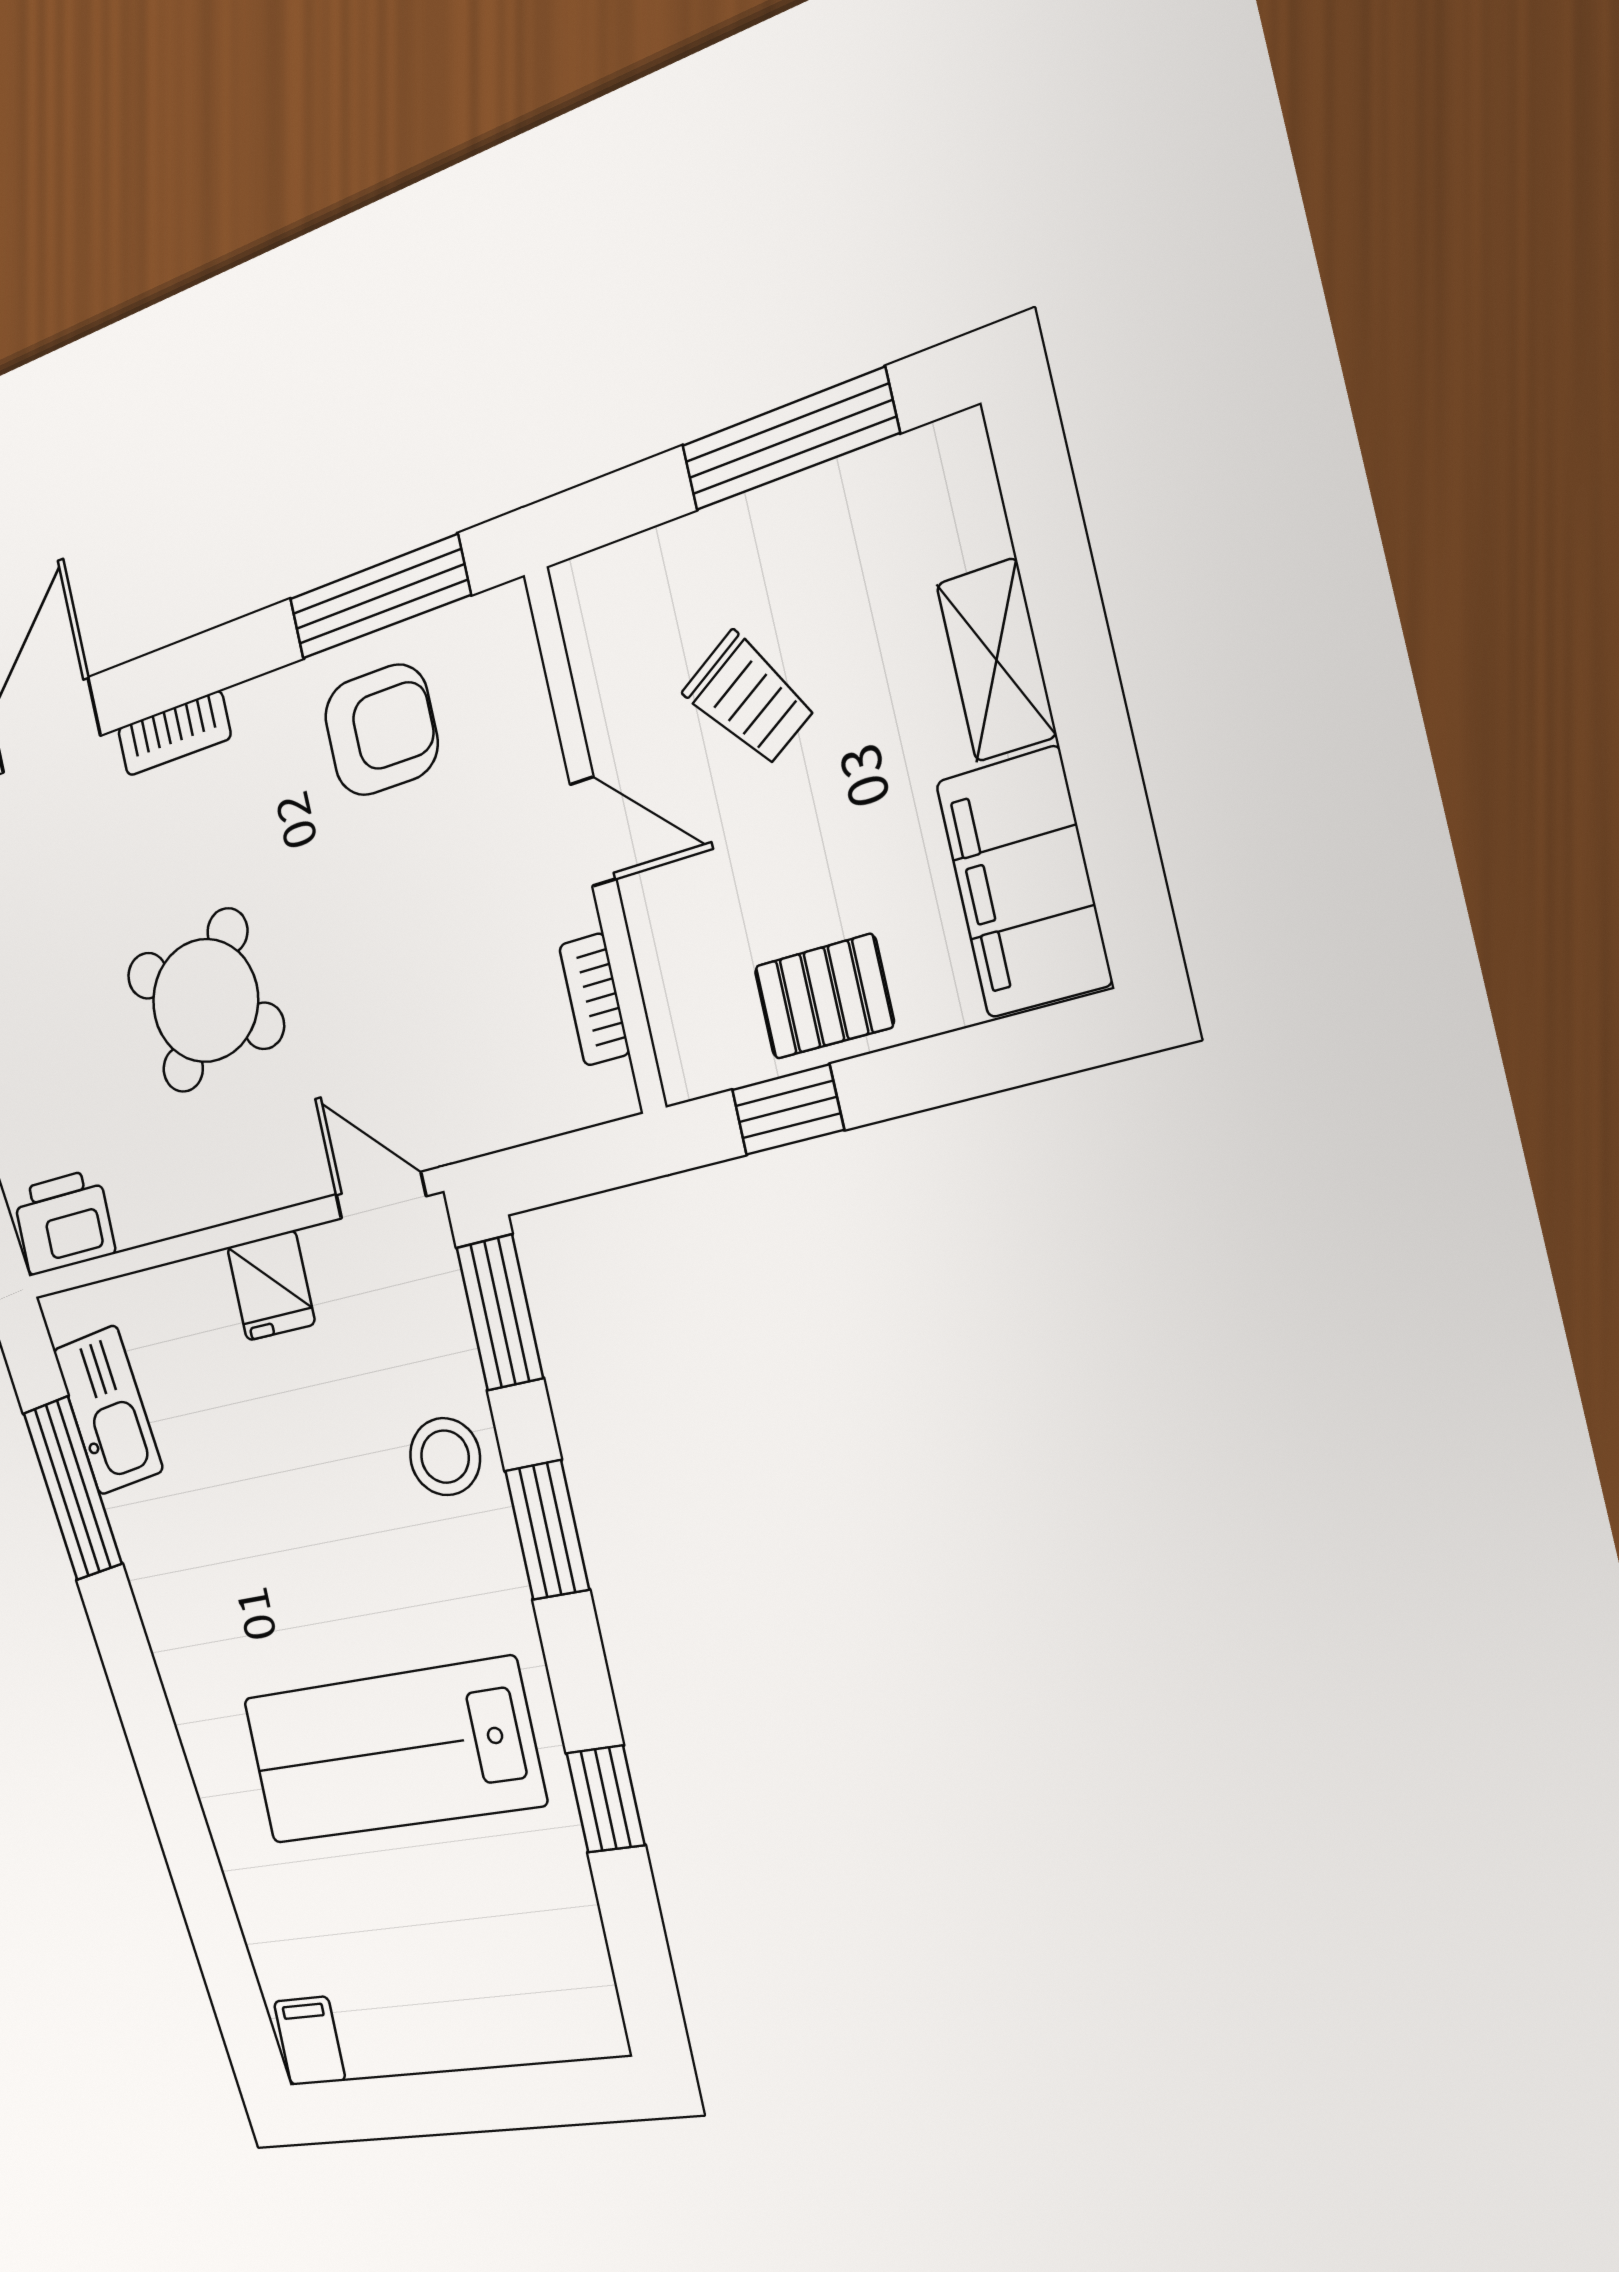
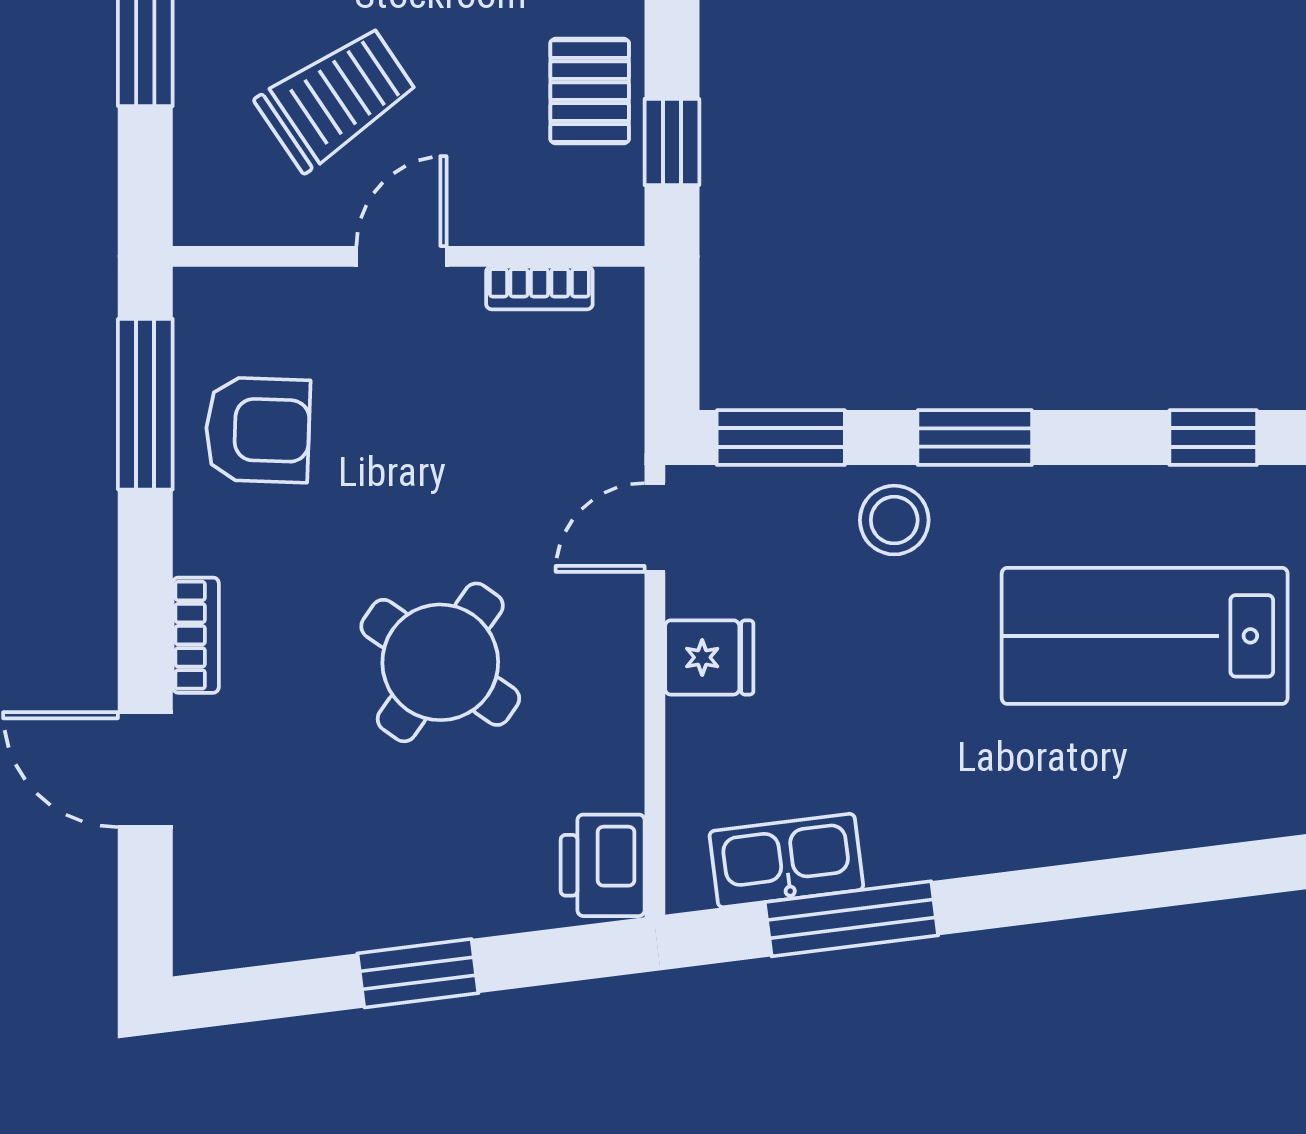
trolley: (749, 699) -> (336, 98), width x1.36, depth x1.39
armchair: (381, 730) -> (258, 430), turned 92
lab bench: (392, 1751) -> (1145, 636), turned 90

